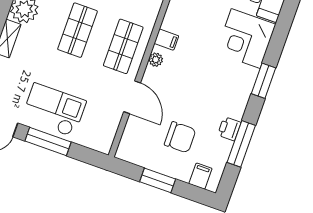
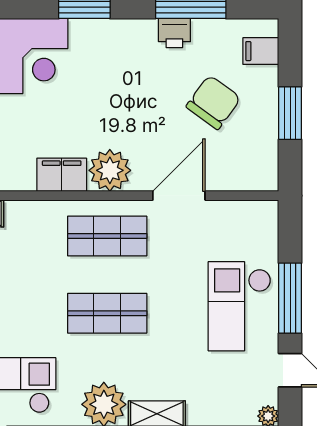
filing cabinet: (166, 40) -> (62, 175), width x2.00
plant: (156, 60) -> (110, 170), width x1.88, depth x1.88
chair: (180, 137) -> (213, 102), turned 36

